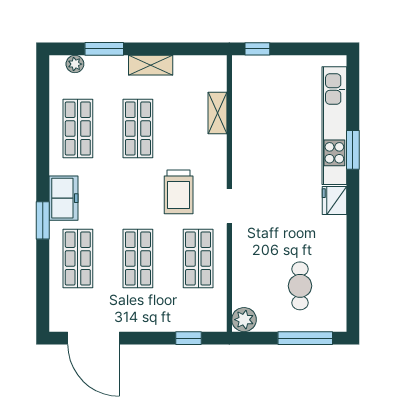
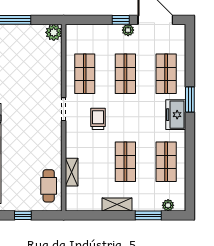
window: (257, 49) -> (23, 215), moved
trolley: (179, 192) -> (98, 119), width x0.73, depth x0.72
cafe table: (300, 286) -> (49, 186), moved
plant: (134, 323) -> (128, 30), added
window: (189, 338) -> (121, 20), moved

